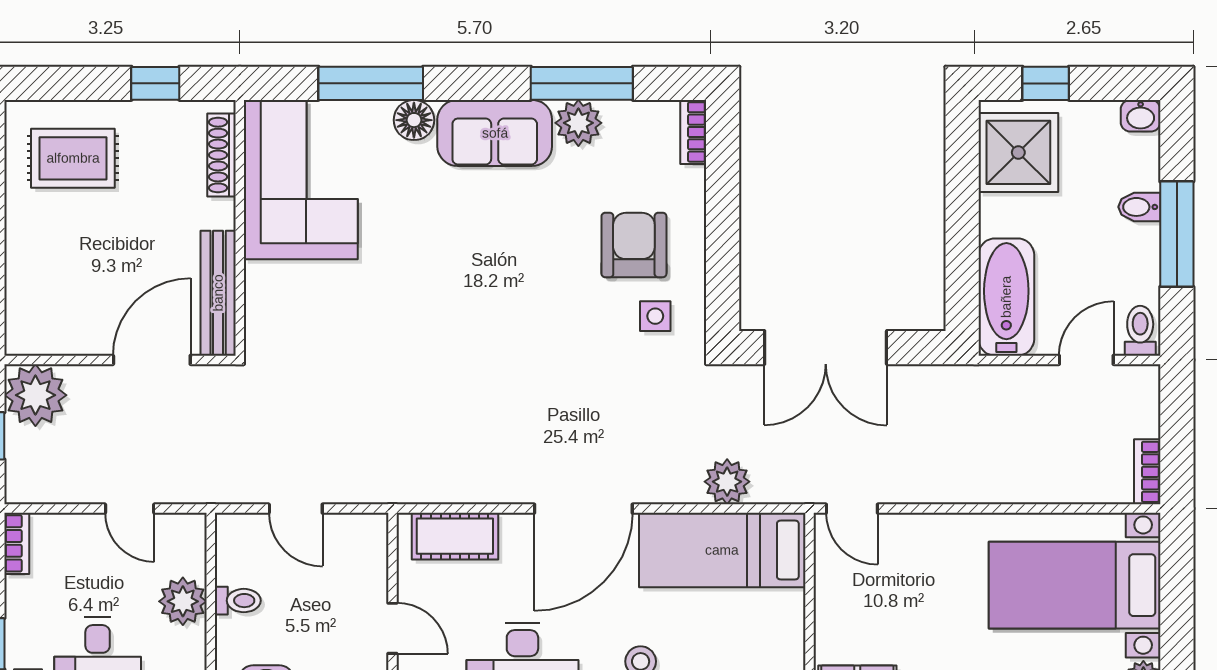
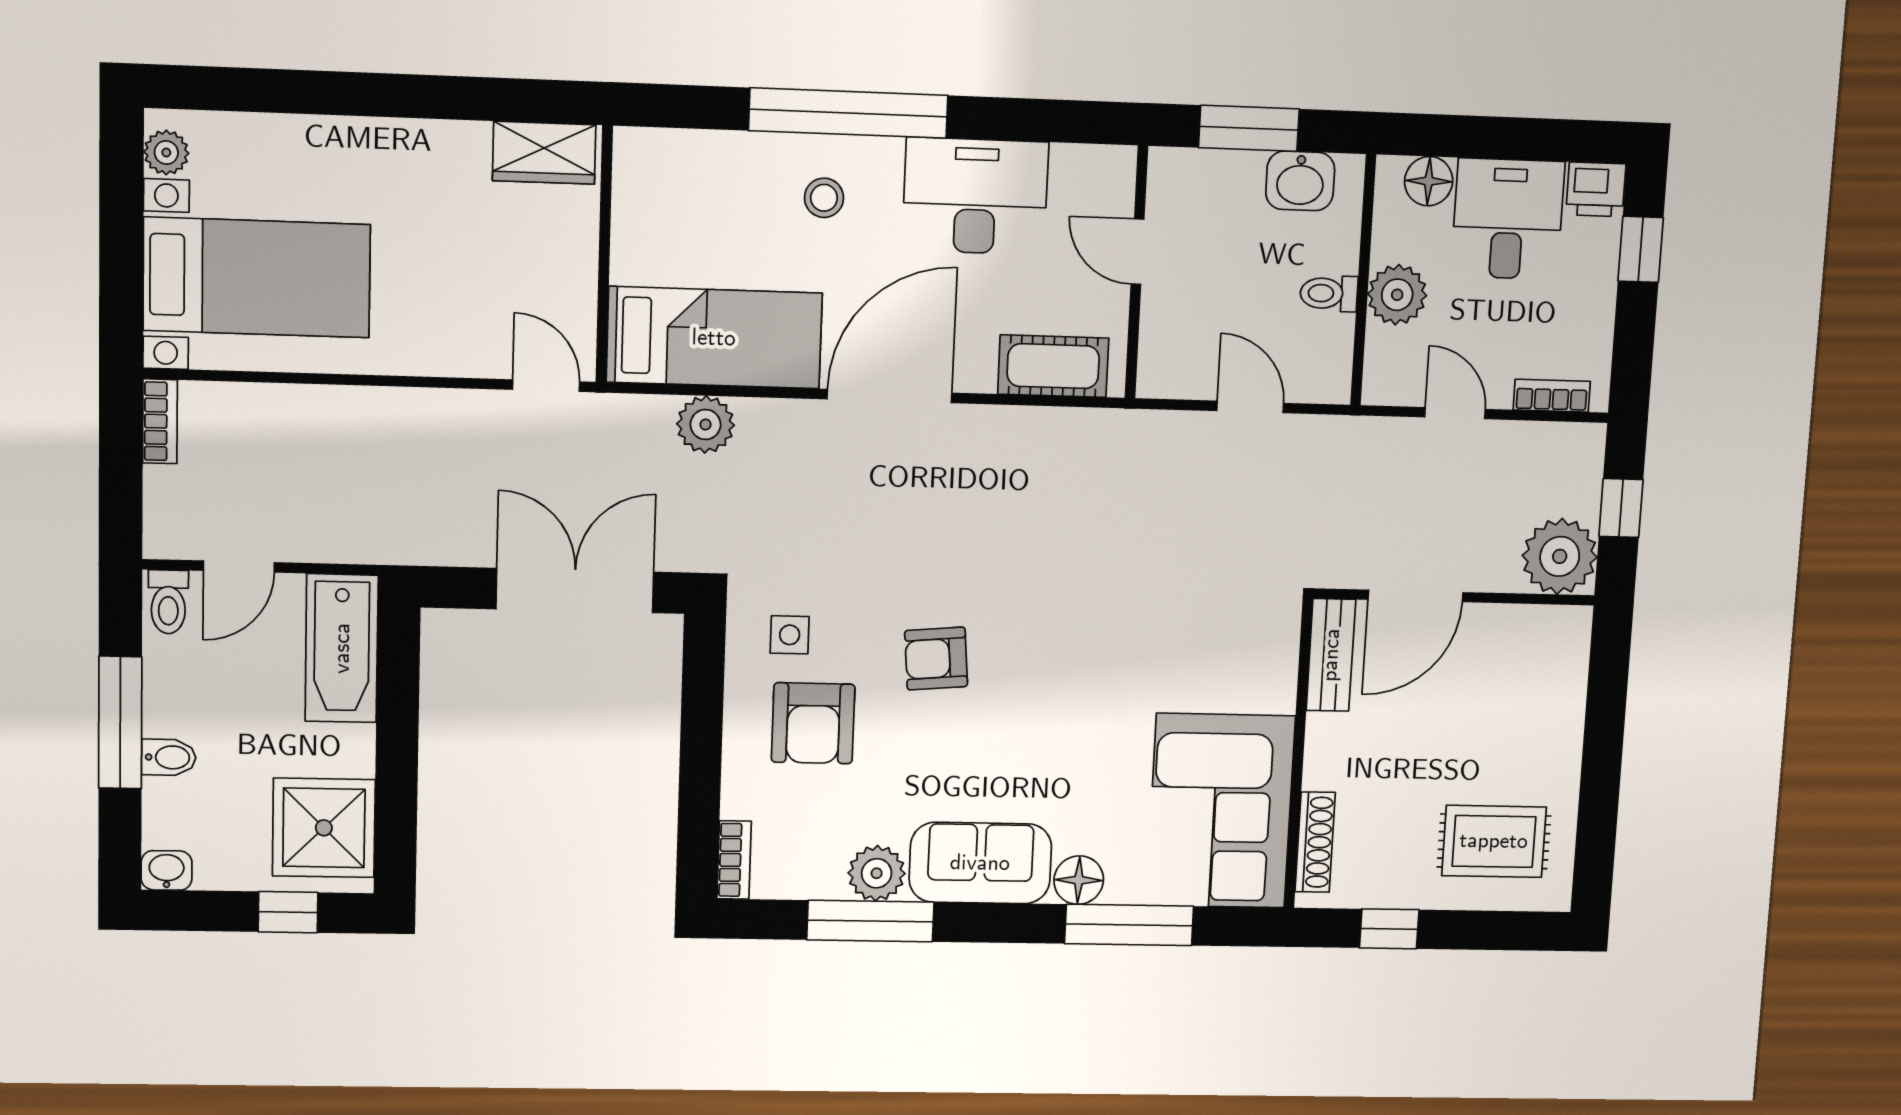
bench: (218, 293) -> (1331, 655), width x0.73
armchair: (538, 300) -> (936, 659), added
bookcase: (17, 543) -> (1552, 396), moved, turned 90

